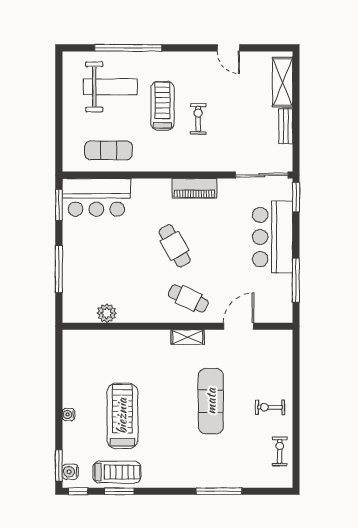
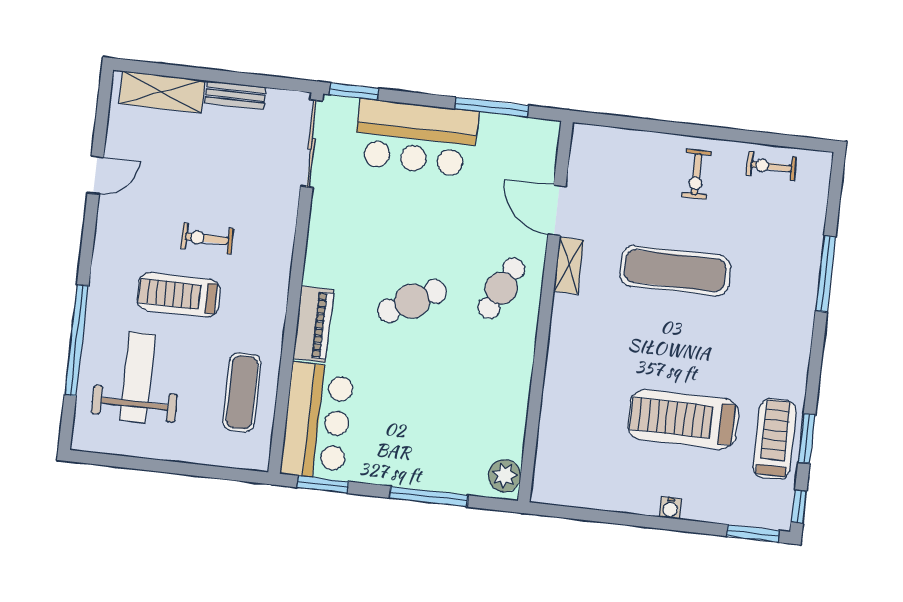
piano: (194, 188) -> (313, 324), moved
plant: (107, 313) -> (505, 476), moved
shelving: (188, 337) -> (569, 266), moved
water cooler: (70, 472) -> (765, 516), removed

